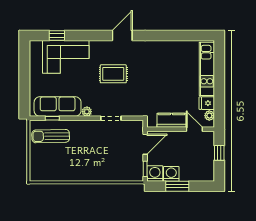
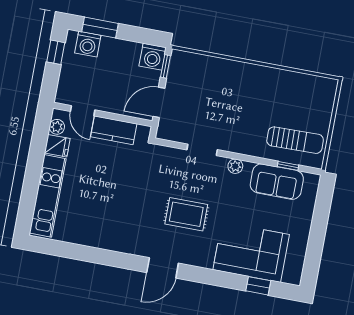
sofa: (58, 107) -> (277, 182), width x0.73
window: (219, 153) -> (56, 52), moved
washing machine: (171, 174) -> (88, 44), moved
window: (177, 186) -> (100, 28), moved

